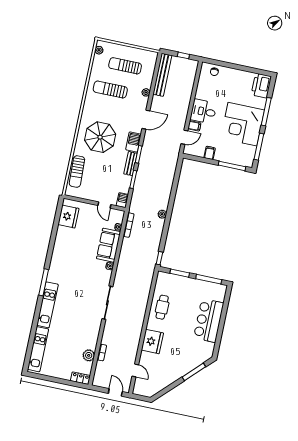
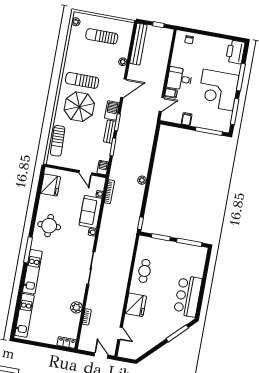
sun lounger: (110, 89) -> (82, 80), moved
round table: (66, 258) -> (49, 226), added
bar counter: (209, 321) -> (188, 296), moved
plant: (89, 355) -> (76, 307), moved

